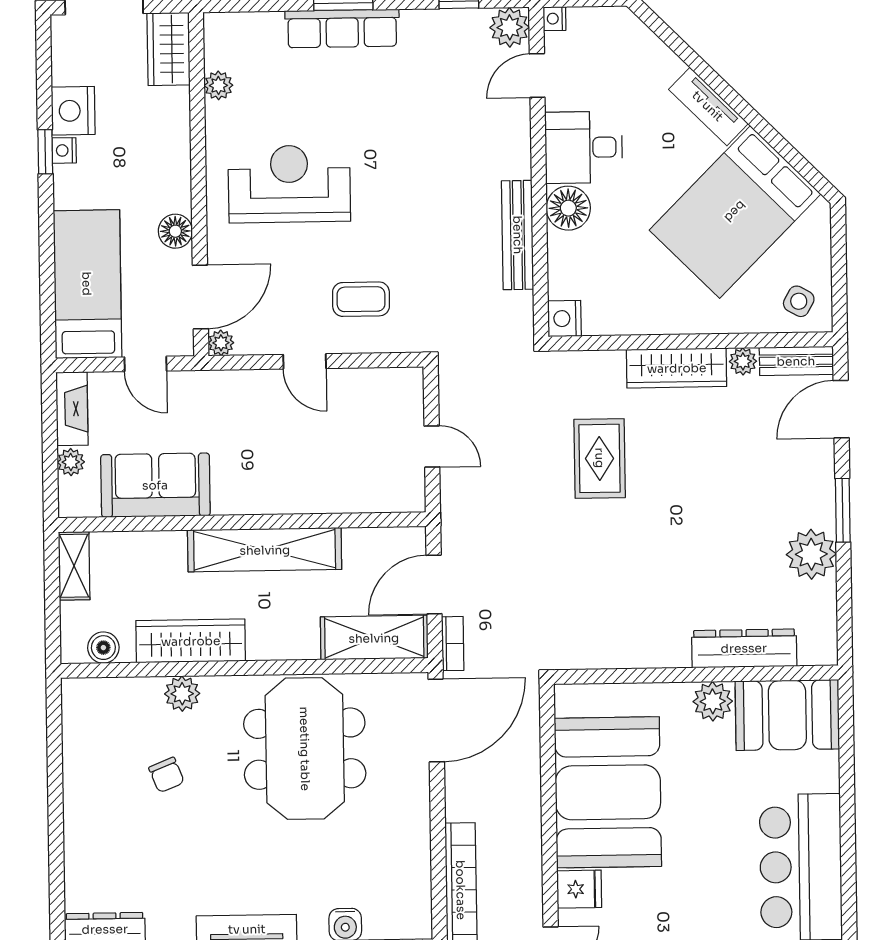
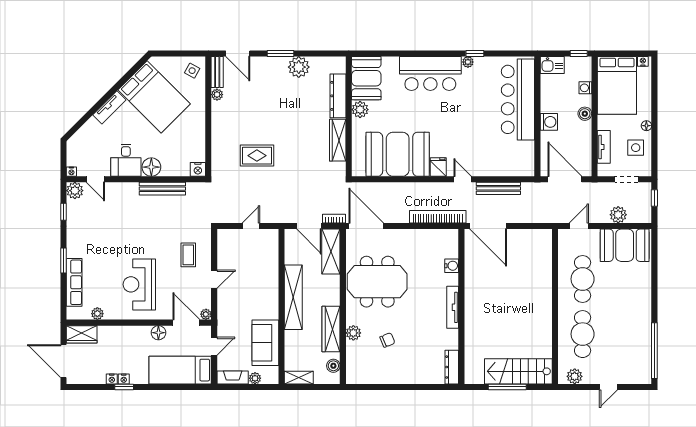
row of seats: (342, 28) -> (74, 282), moved
nightstand: (73, 111) -> (112, 379), width x0.53, depth x0.56
wardrobe: (677, 368) -> (338, 140), moved, turned 180

